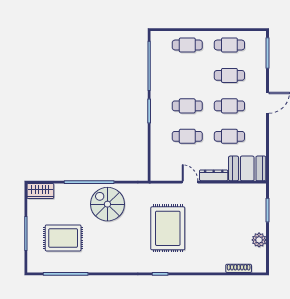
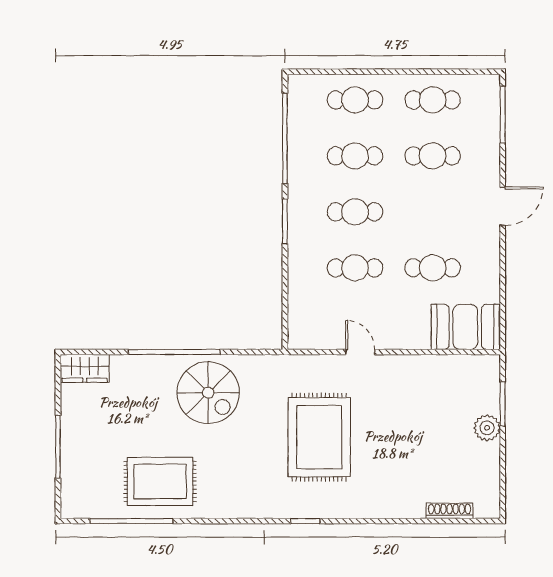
cafe table: (229, 106) -> (355, 156), moved
dresser: (214, 175) -> (404, 340), removed
spiral stairs: (107, 204) -> (208, 393), turned 180
rug: (63, 238) -> (160, 481), moved
plant: (259, 240) -> (487, 428), moved

